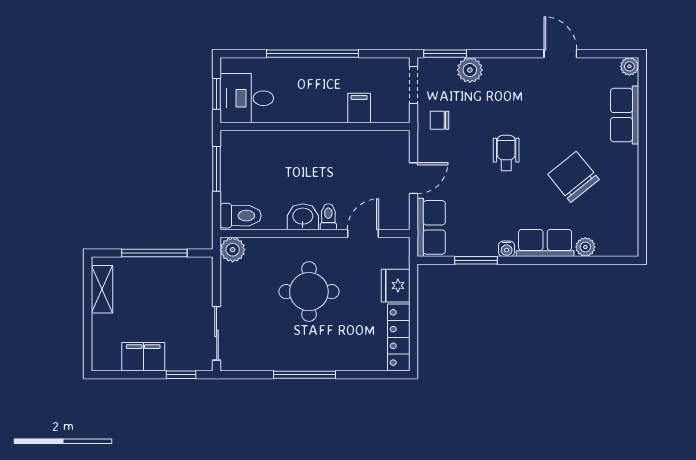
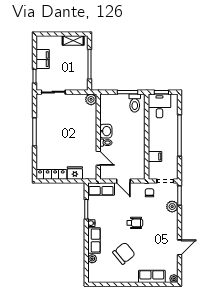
toilet: (241, 216) -> (135, 103), moved
round table: (309, 292) -> (72, 134), removed

